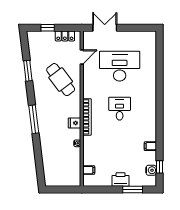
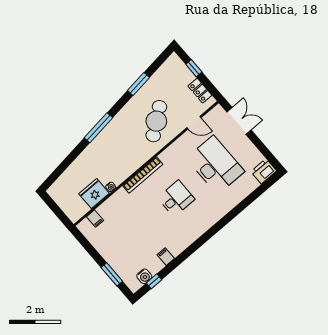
fridge: (75, 123) -> (94, 194), moved, width x1.88, depth x1.34
printer: (121, 180) -> (264, 171), moved, turned -90

